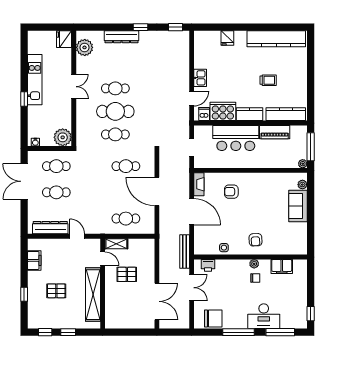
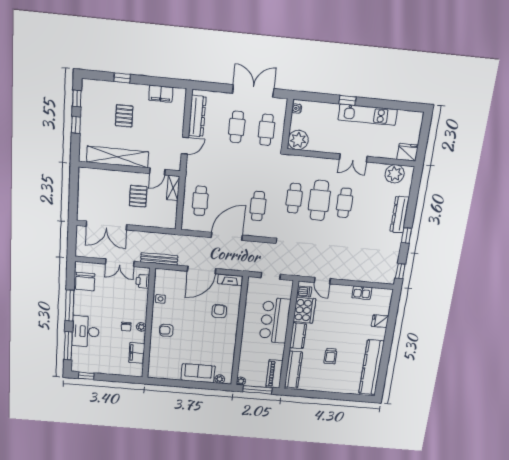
kitchen sink: (200, 78) -> (362, 293), moved
piano: (275, 132) -> (274, 374), moved

